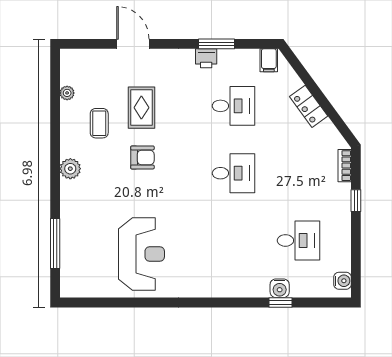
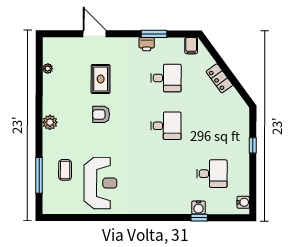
coffee table: (99, 123) -> (65, 170), moved
armchair: (142, 157) -> (101, 114), turned 180
bookcase: (345, 166) -> (245, 120), removed

